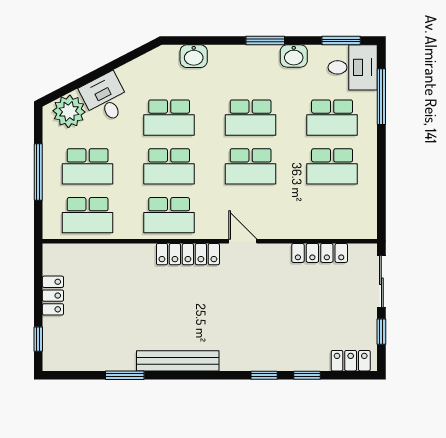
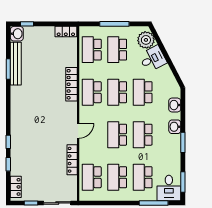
washbasin: (294, 56) -> (175, 127), moved
school desk: (332, 215) -> (92, 177), added
locker: (320, 253) -> (72, 160), moved
locker: (188, 254) -> (71, 84), moved
locker: (53, 296) -> (66, 32), moved
washbasin: (57, 359) -> (17, 34), added
bench: (178, 361) -> (16, 64), moved

